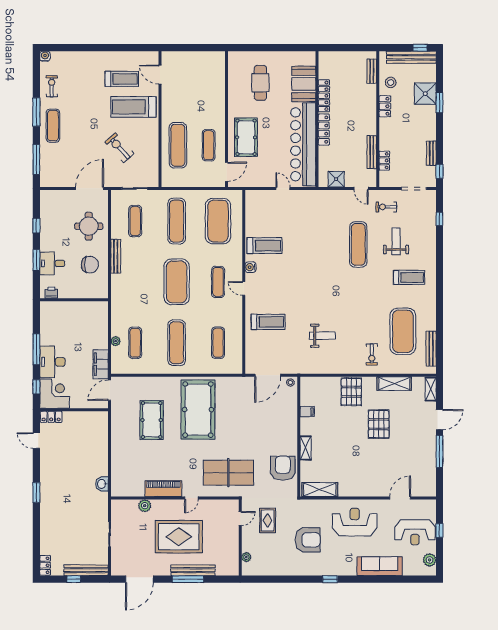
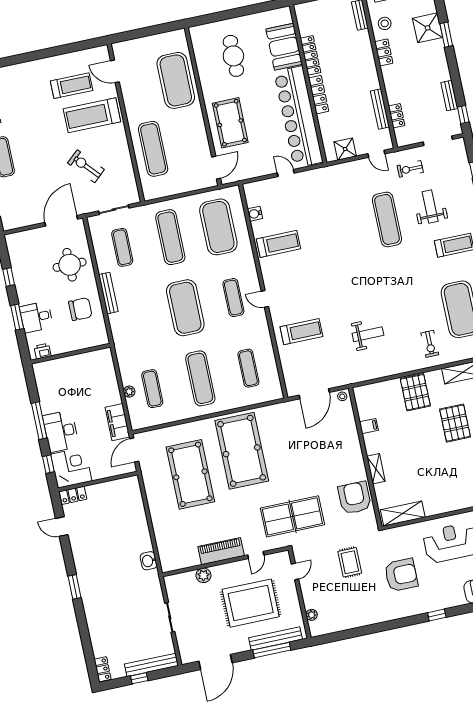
exercise mat: (209, 145) -> (176, 80), moved, width x2.00, depth x1.45
water cooler: (250, 267) -> (255, 214), moved
pool table: (152, 420) -> (190, 474), width x1.36, depth x1.32
door: (240, 518) -> (295, 572), moved
wall: (240, 538) -> (300, 594), moved
plant: (246, 557) -> (312, 615), moved

